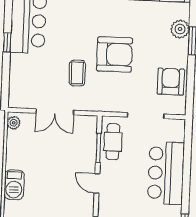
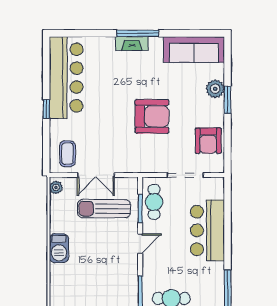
coffee table: (77, 73) -> (67, 154), moved
armchair: (171, 82) -> (208, 141), turned 180
sun lounger: (62, 146) -> (104, 209), added
door: (97, 183) -> (140, 244), swing flipped

